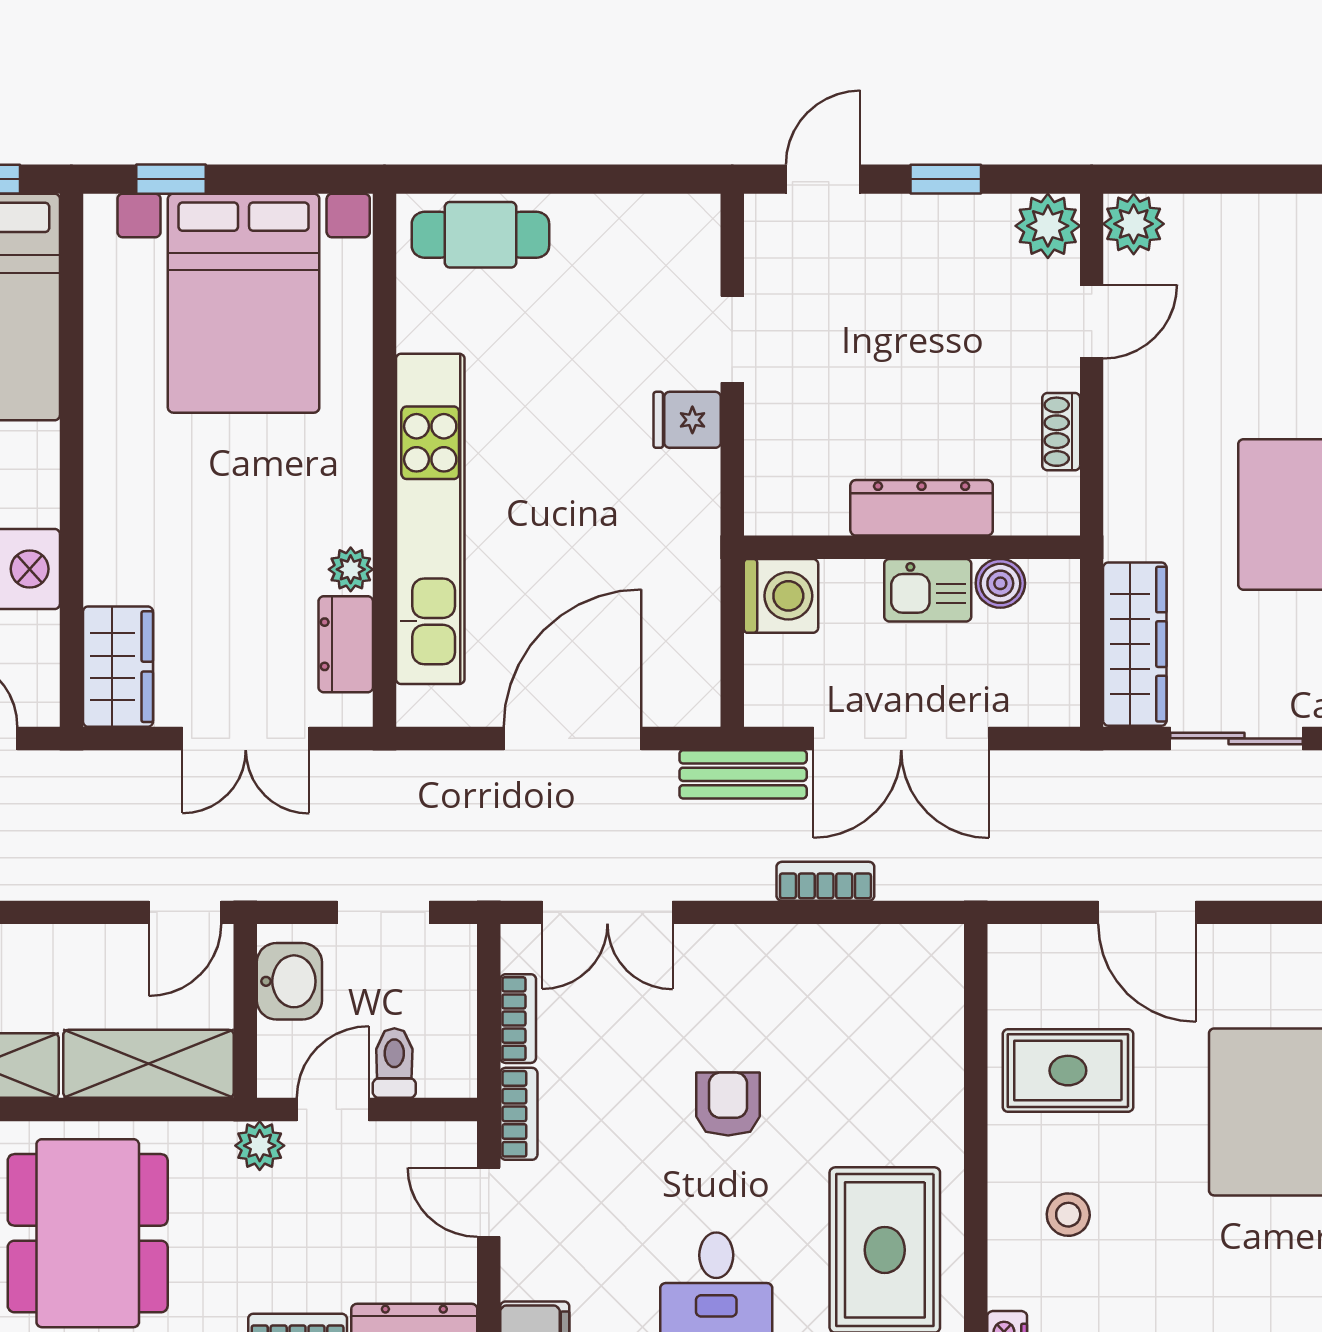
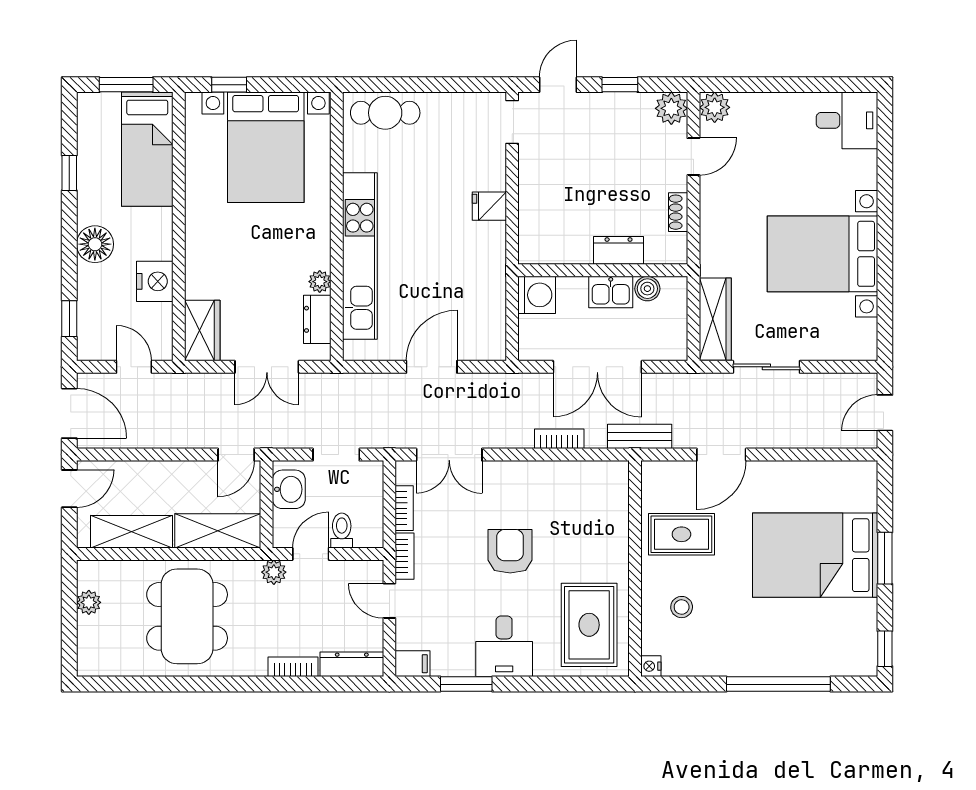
doorway: (732, 339) -> (512, 122), moved
dresser: (922, 508) -> (619, 250), width x0.70
door: (573, 738) -> (432, 367), width x0.73
bench: (743, 774) -> (640, 436), moved
door: (1147, 912) -> (721, 455), hinge flipped
armchair: (728, 1104) -> (510, 551), width x1.38, depth x1.38

